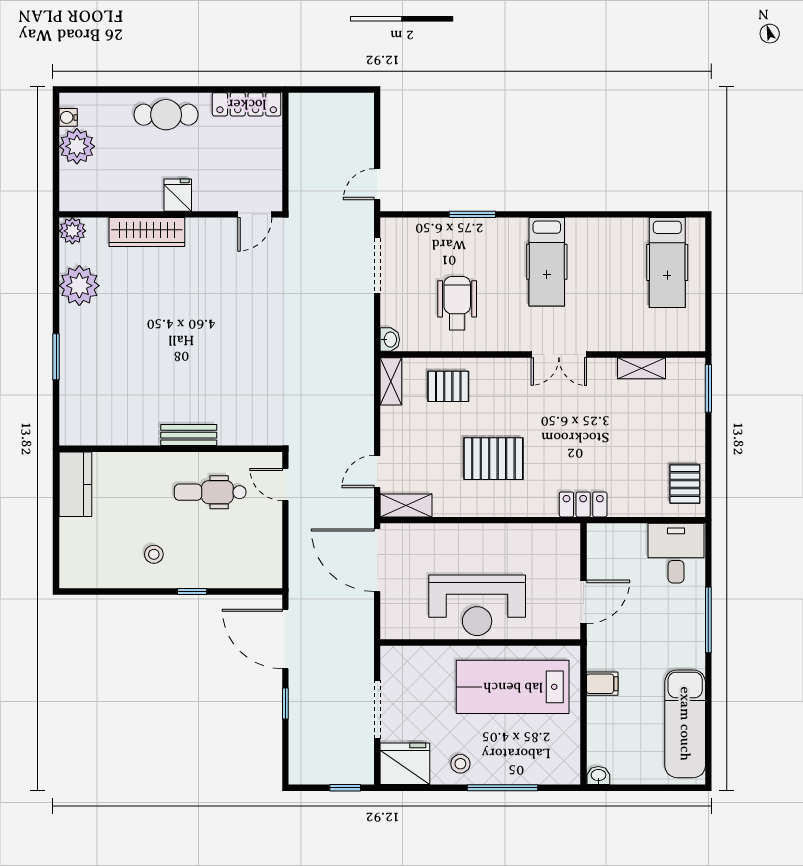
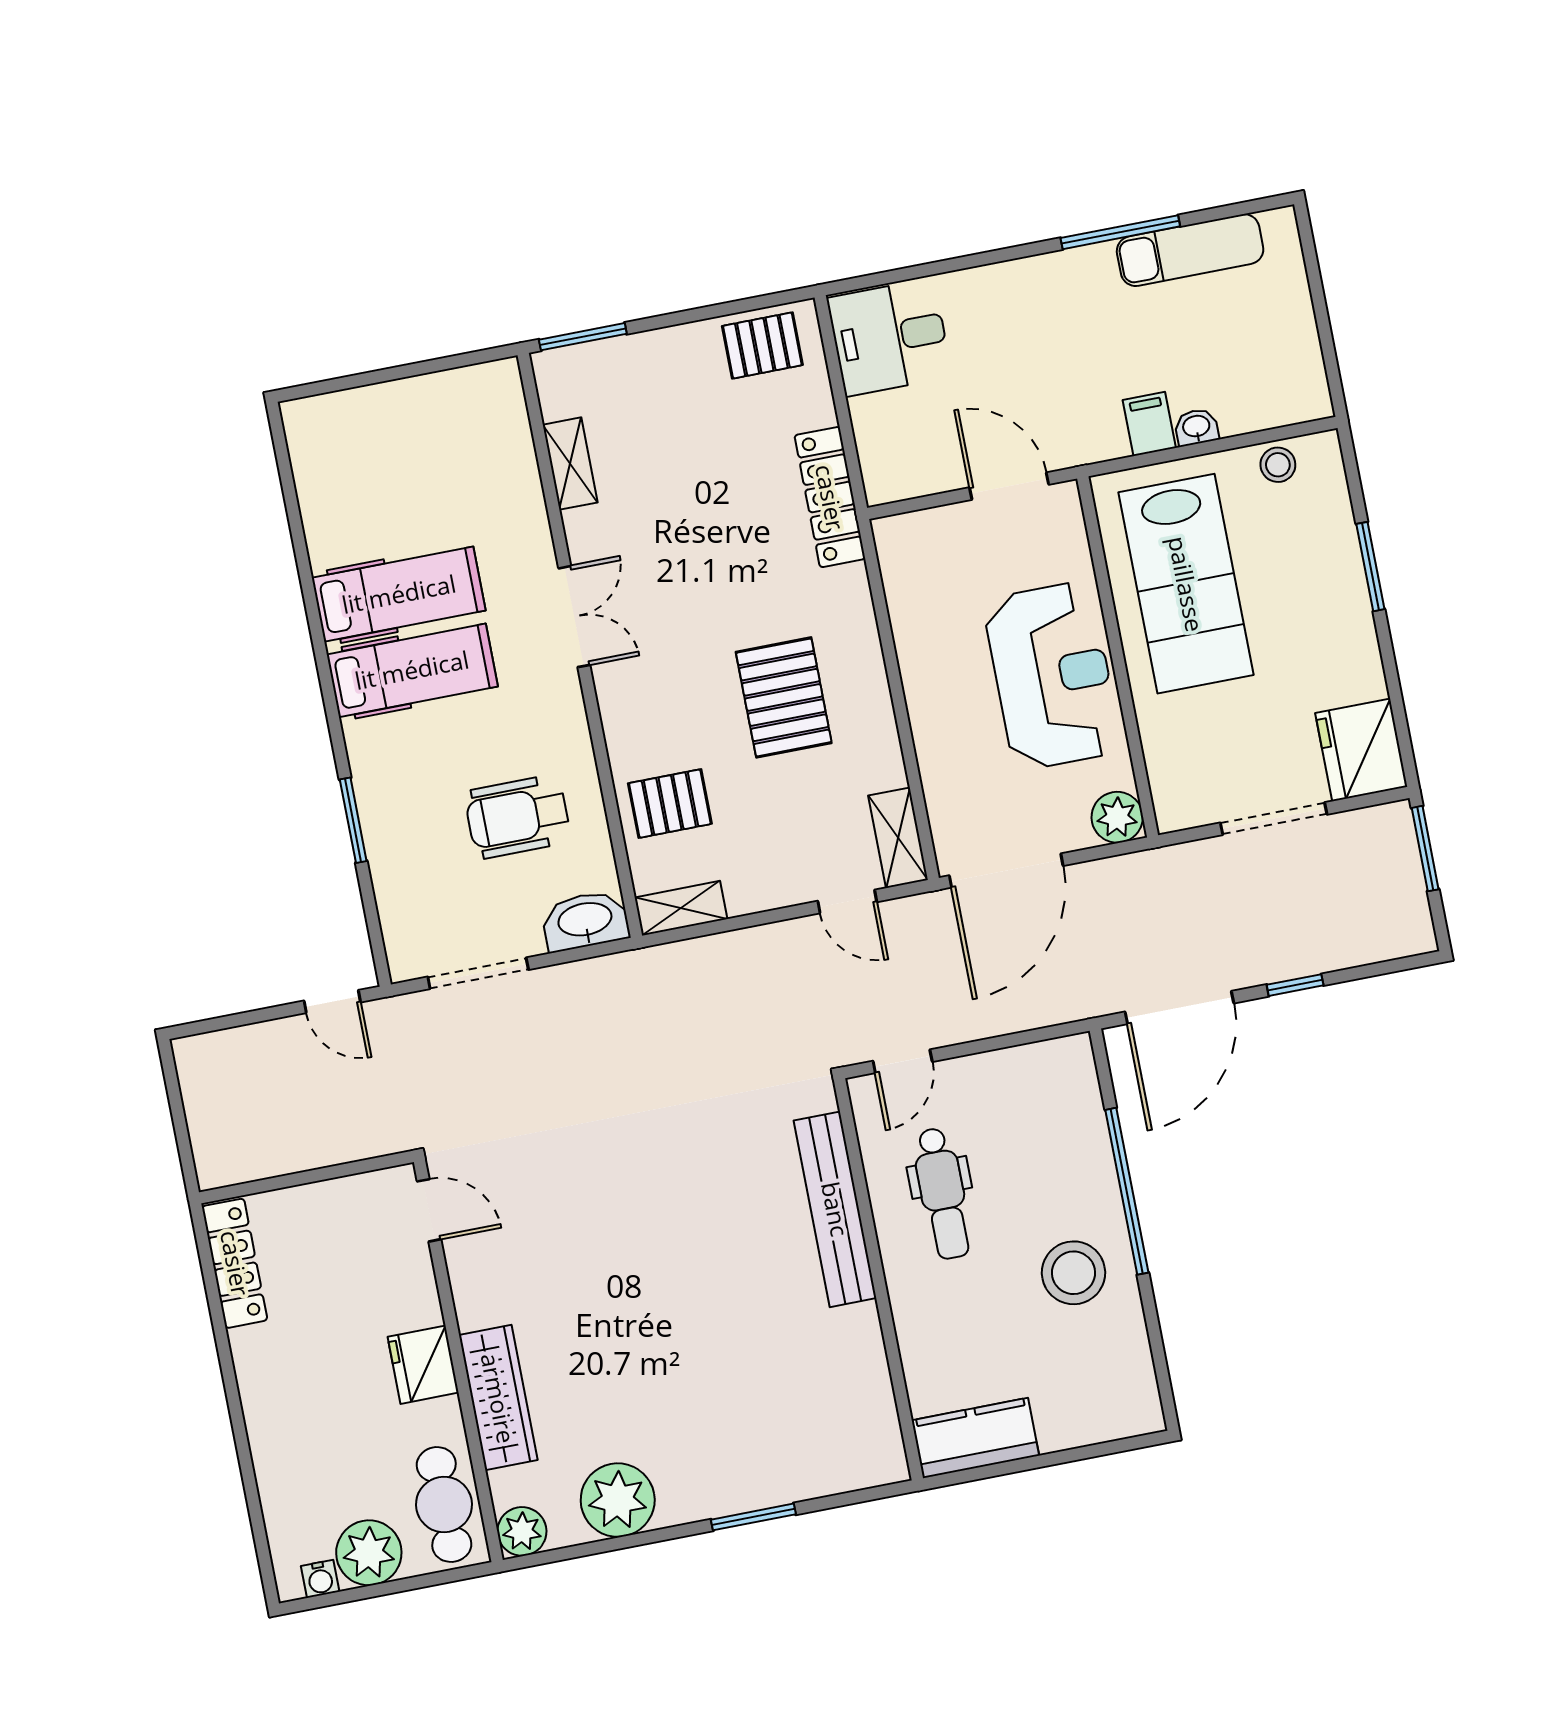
cafe table: (166, 115) -> (444, 1505), moved
fridge: (178, 195) -> (423, 1365), width x1.38
hospital bed: (667, 262) -> (399, 594), moved
washbasin: (390, 340) -> (585, 921), width x1.91, depth x1.45
pallet: (448, 386) -> (670, 804), turned 90
bench: (189, 435) -> (835, 1209), width x1.86, depth x1.21
locker: (583, 504) -> (830, 497), width x1.53
stool: (154, 554) -> (1073, 1273), width x1.89, depth x1.89
window: (192, 591) -> (1127, 1191), width x3.17
window: (708, 620) -> (1120, 232), moved
plant: (394, 625) -> (1117, 817), added
exam couch: (685, 724) -> (1190, 250), width x0.73, depth x0.69
stool: (460, 764) -> (1278, 465), moved
washbasin: (598, 776) -> (1196, 427), moved, turned 90
window: (345, 788) -> (1425, 849), width x1.50
window: (502, 788) -> (1370, 567), width x0.69

